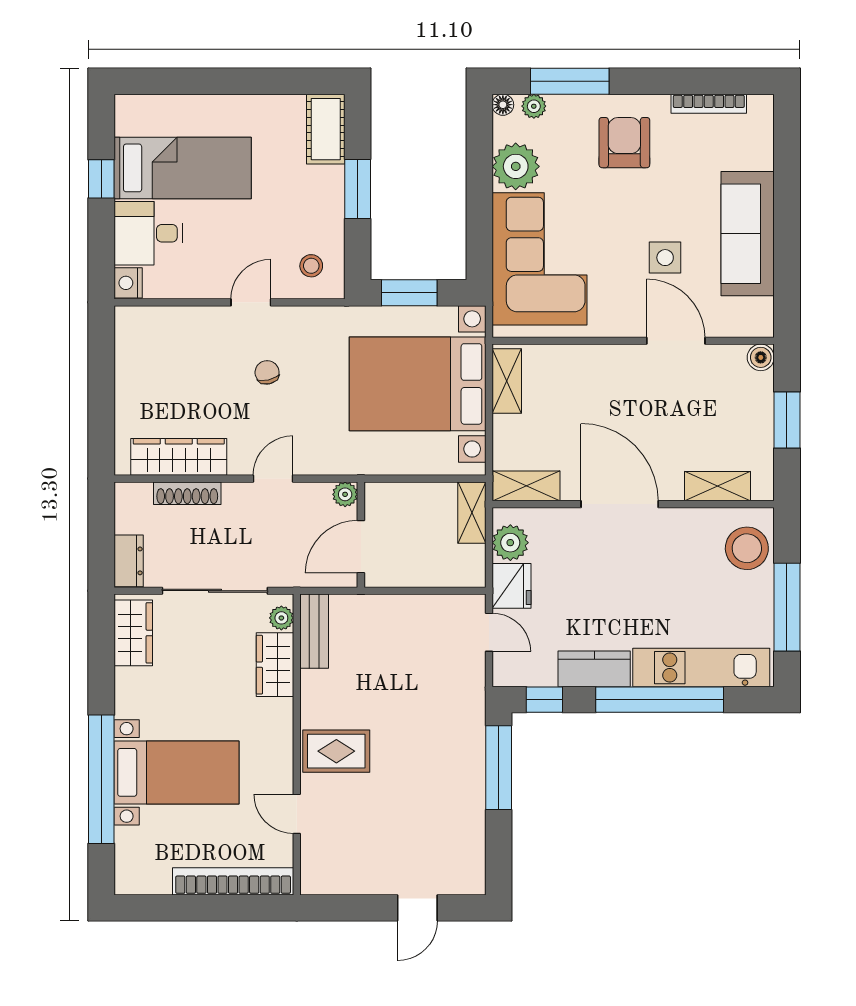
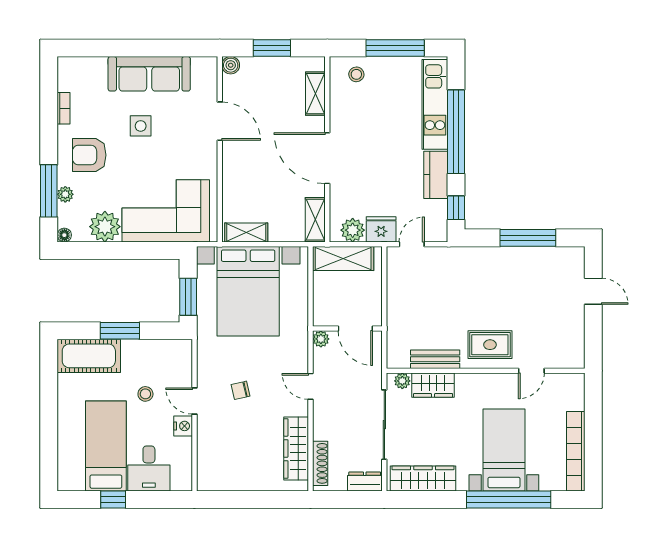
bookcase: (709, 104) -> (64, 108), width x0.64
plant: (534, 106) -> (65, 194), moved
cot: (326, 129) -> (89, 356), width x1.37, depth x1.34
side table: (665, 258) -> (141, 126), moved
stool: (311, 266) -> (145, 394), moved
nightstand: (128, 283) -> (183, 426), moved, turned -90
door: (676, 341) -> (220, 121), swing flipped
shoe rack: (187, 493) -> (320, 463), moved
door: (620, 504) -> (327, 158), hinge flipped
shelving: (472, 513) -> (343, 258), width x1.50, depth x1.33
stool: (747, 548) -> (356, 74), width x0.53, depth x0.53
bench: (314, 631) -> (435, 359), moved
wardrobe: (133, 633) -> (423, 478), width x1.50
rug: (336, 751) -> (490, 345), turned 90
window: (499, 768) -> (528, 238), moved
bookcase: (233, 881) -> (576, 451), moved

